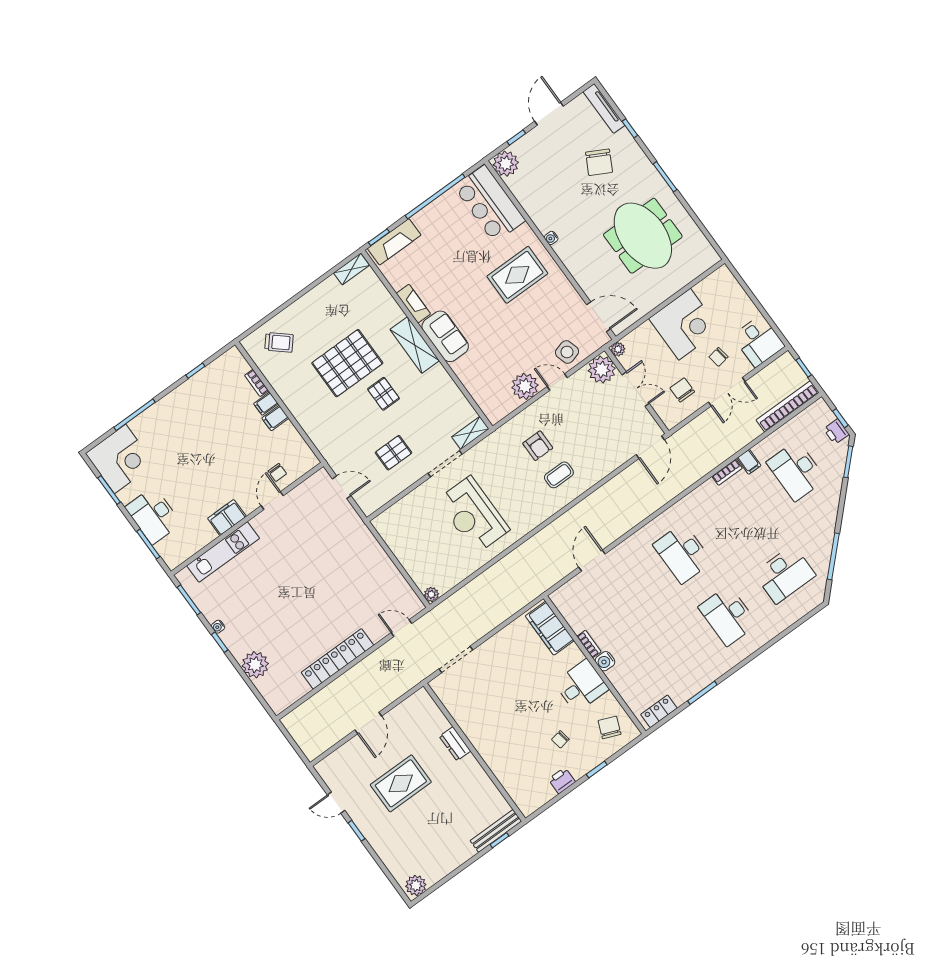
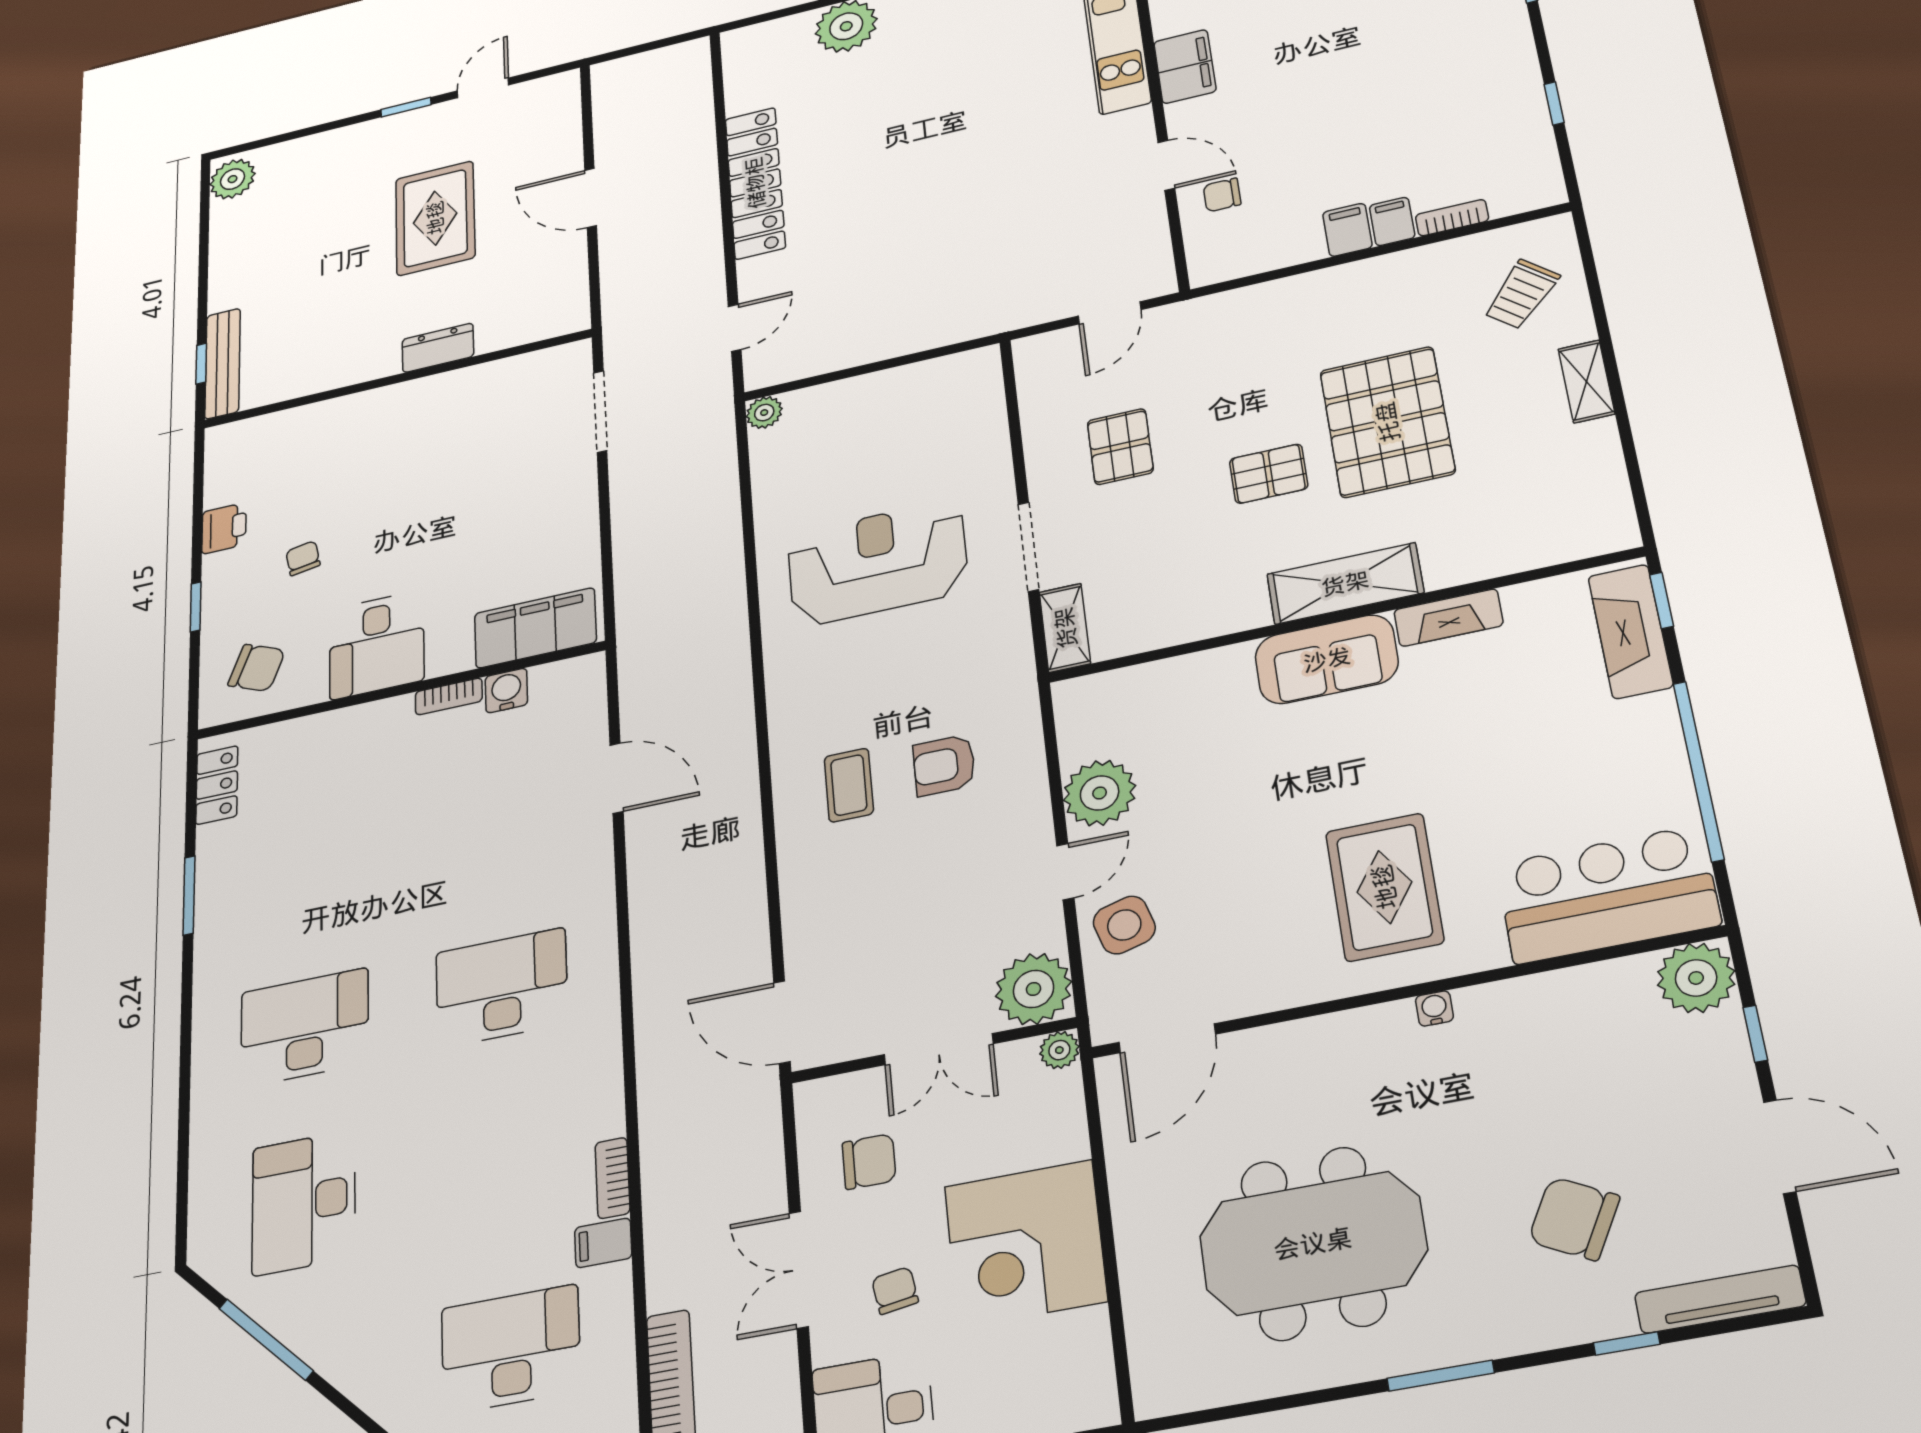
shelving: (351, 269) -> (1586, 381), moved
water cooler: (605, 661) -> (506, 691), moved

